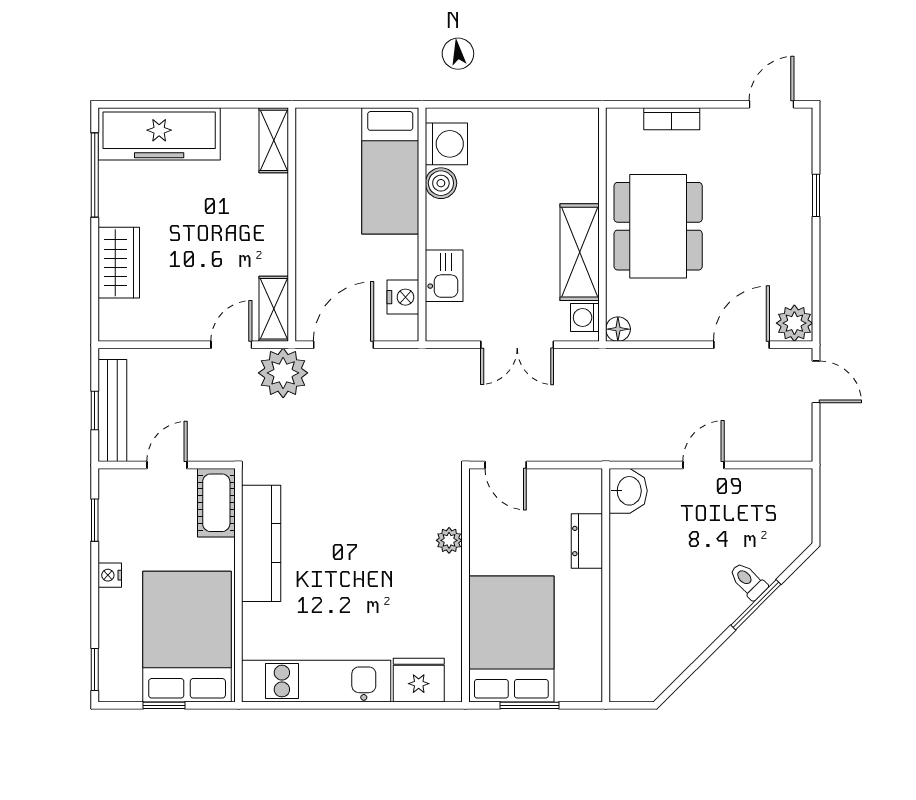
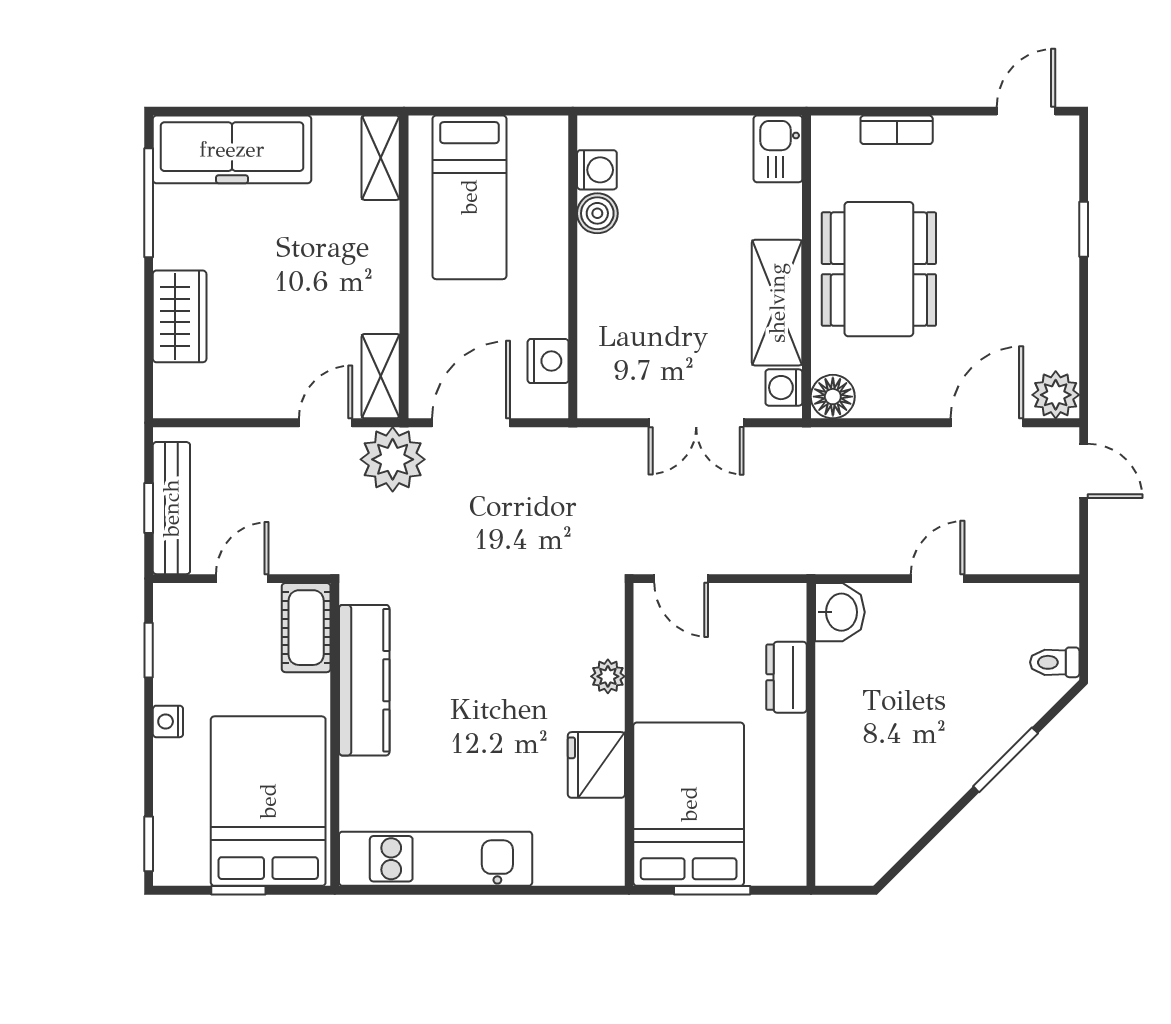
washing machine: (446, 144) -> (597, 170), width x0.73, depth x0.73
bed: (390, 171) -> (469, 197), moved
kitchen sink: (444, 276) -> (778, 149), moved, turned 180
floor lamp: (618, 329) -> (833, 397), width x1.37, depth x1.37
toilet: (748, 581) -> (1055, 662), moved, turned -45
fridge: (419, 680) -> (596, 765), moved, turned -90

